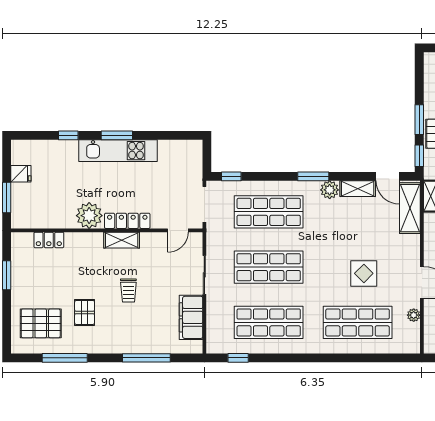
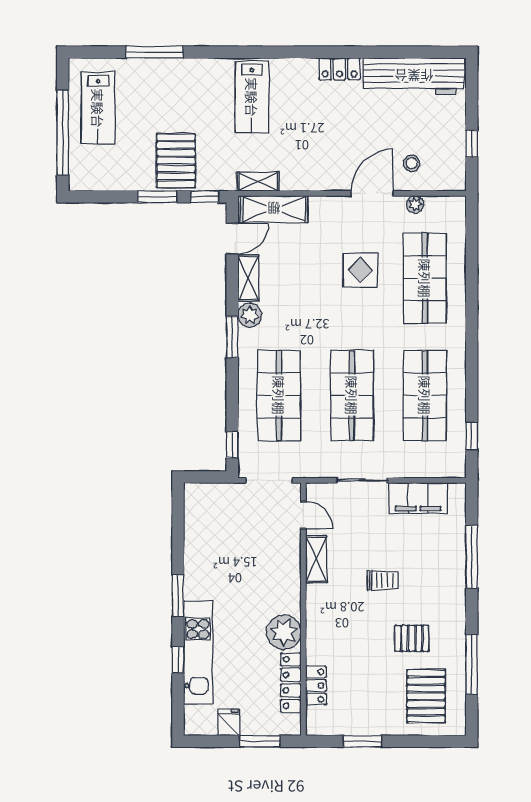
kitchen unit: (118, 151) -> (198, 653), moved
locker: (127, 221) -> (291, 683), moved
shelving: (122, 240) -> (316, 559), moved

